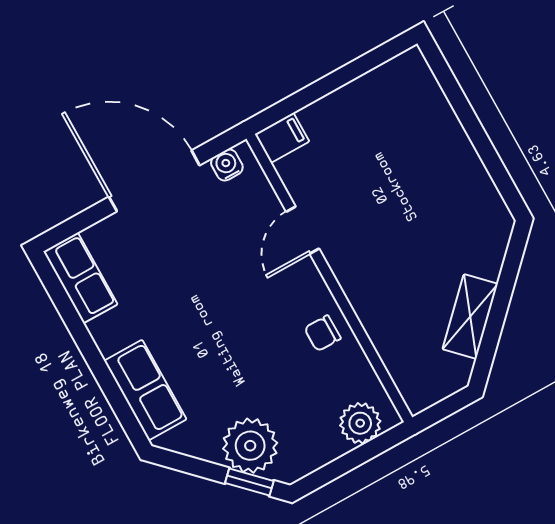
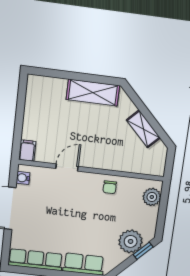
shelving: (468, 180) -> (93, 93), added
door: (303, 230) -> (67, 167), swing flipped
row of seats: (80, 278) -> (35, 260), width x1.48

